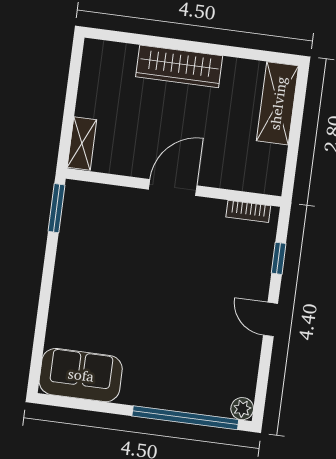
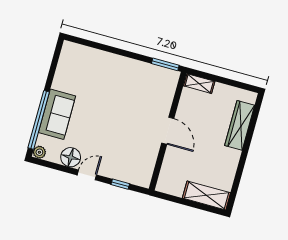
wardrobe: (179, 66) -> (240, 125), moved
bookcase: (248, 211) -> (149, 171), removed
floor lamp: (243, 352) -> (71, 157), added
sofa: (81, 375) -> (57, 114), moved

